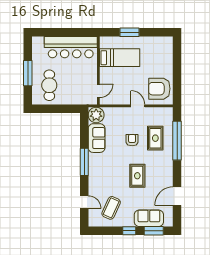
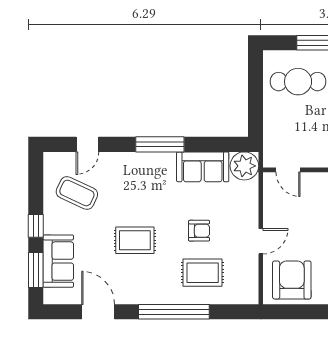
window: (177, 141) -> (174, 312), moved

